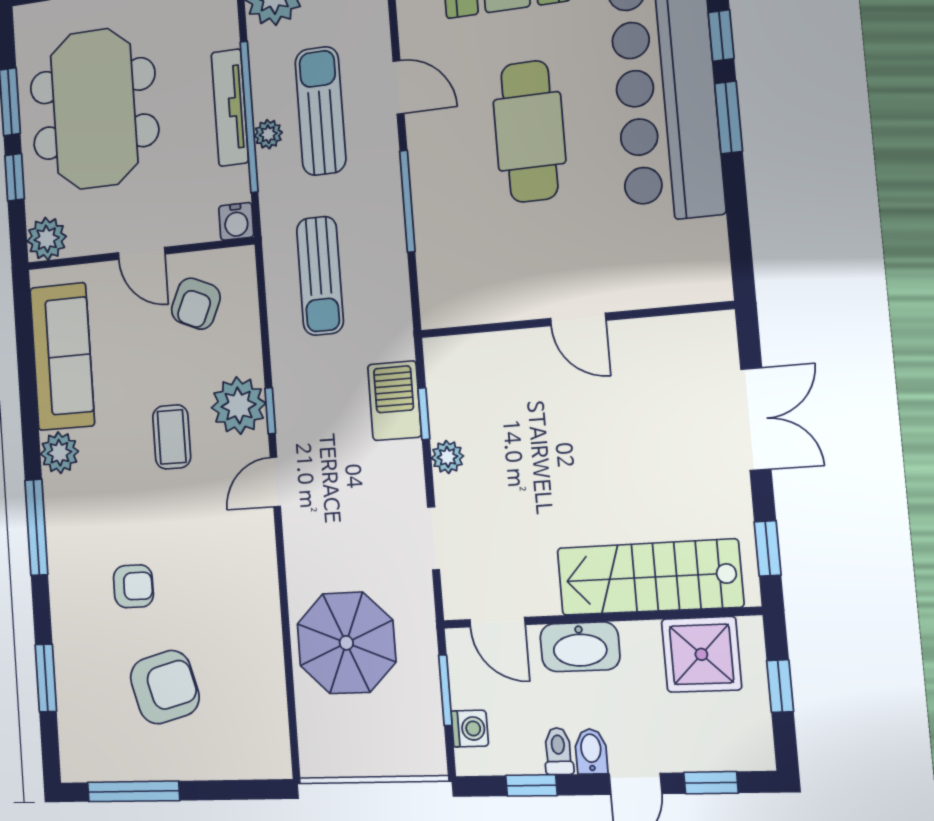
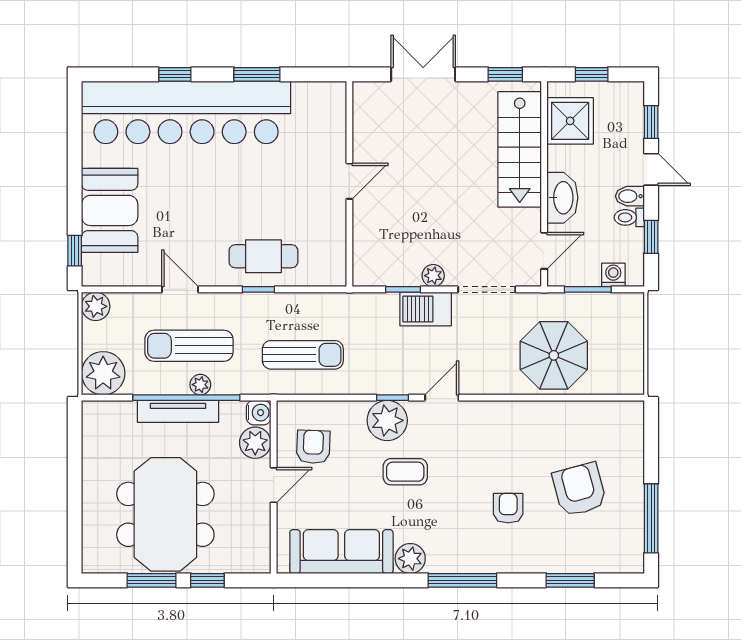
door: (399, 87) -> (180, 289), hinge flipped
meeting table: (94, 109) -> (165, 514), turned 90
window: (729, 117) -> (257, 74), moved
cafe table: (529, 131) -> (263, 256), moved, width x0.73, depth x0.74
window: (407, 201) -> (258, 289), width x0.46
plant: (47, 239) -> (255, 443), moved
armchair: (196, 304) -> (313, 447), turned -112
barbecue: (394, 401) -> (426, 309), moved
door: (275, 482) -> (442, 398), swing flipped
doorway: (434, 538) -> (487, 289), width x1.38

